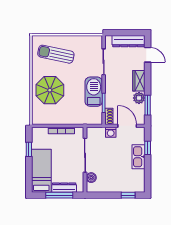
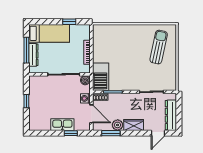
parasol: (50, 90) -> (125, 41), removed
barbecue: (94, 92) -> (101, 77), moved, turned 90
door: (127, 126) -> (91, 114), hinge flipped
boiler: (91, 178) -> (85, 80), moved
window: (128, 195) -> (26, 101), moved

